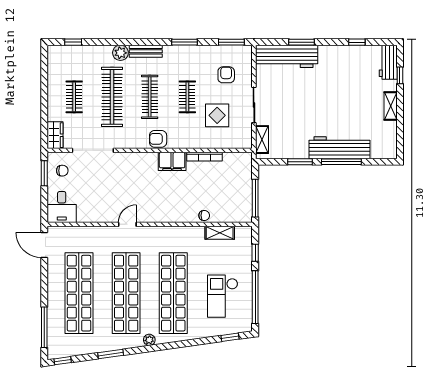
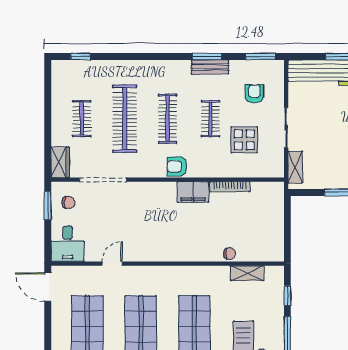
bench: (146, 51) -> (210, 67), moved
plant: (120, 53) -> (134, 69), removed
window: (255, 198) -> (287, 234), removed
door: (127, 224) -> (112, 264), moved

